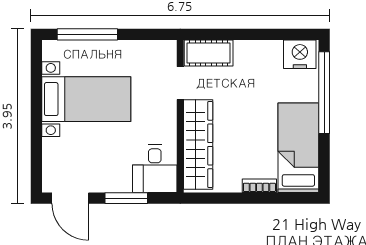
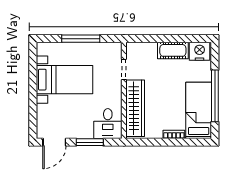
window: (87, 34) -> (81, 39), moved
cot: (209, 53) -> (173, 50), moved
window: (324, 93) -> (215, 96), moved
door: (70, 198) -> (54, 142), hinge flipped

